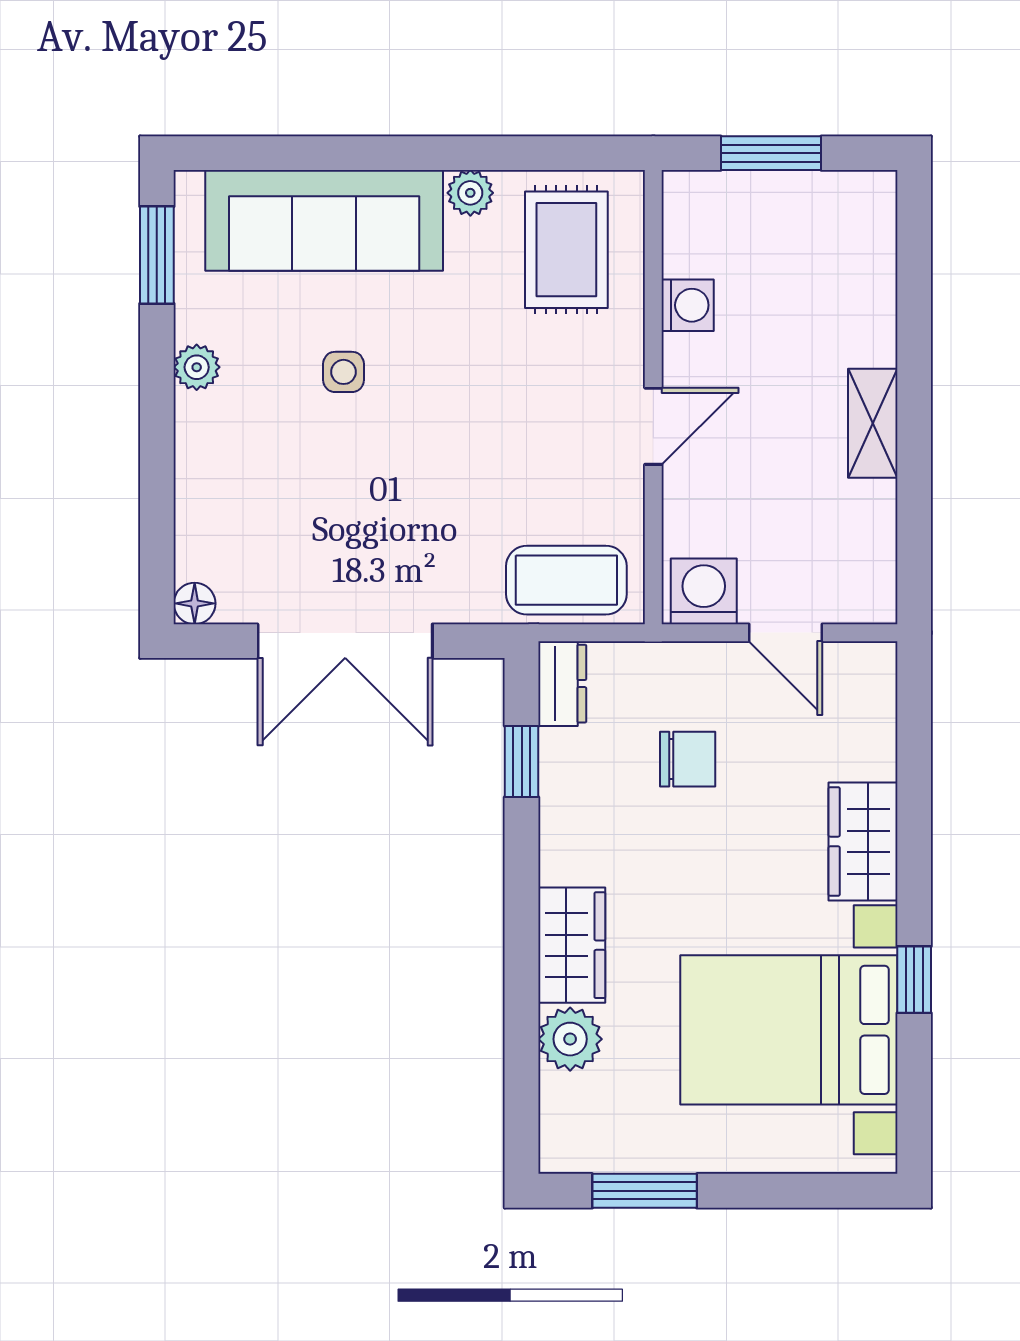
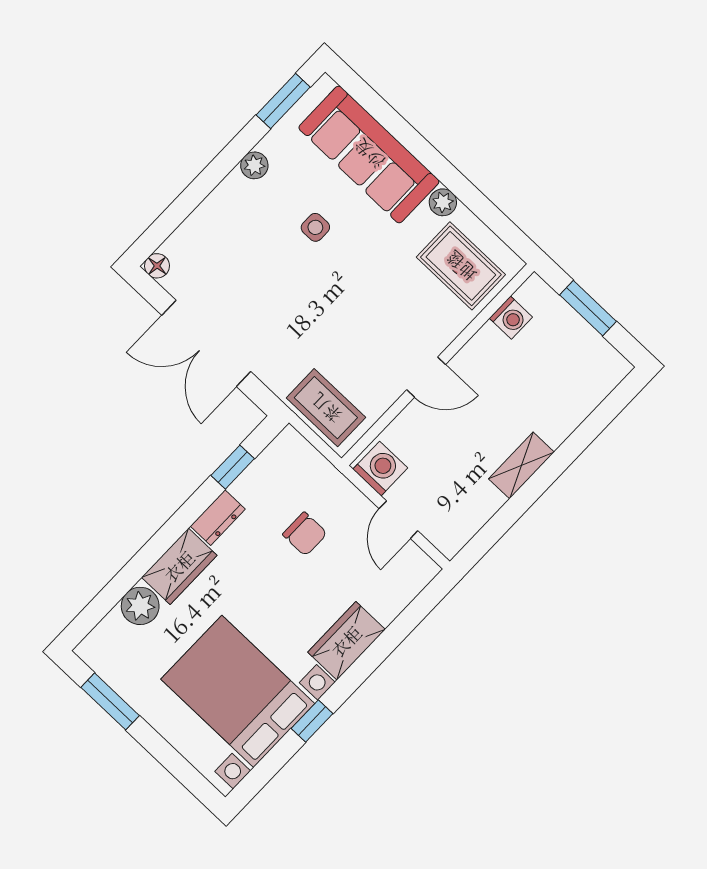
rug: (566, 250) -> (461, 266), turned 90
washing machine: (688, 305) -> (511, 318), moved
dresser: (562, 684) -> (218, 518), moved

